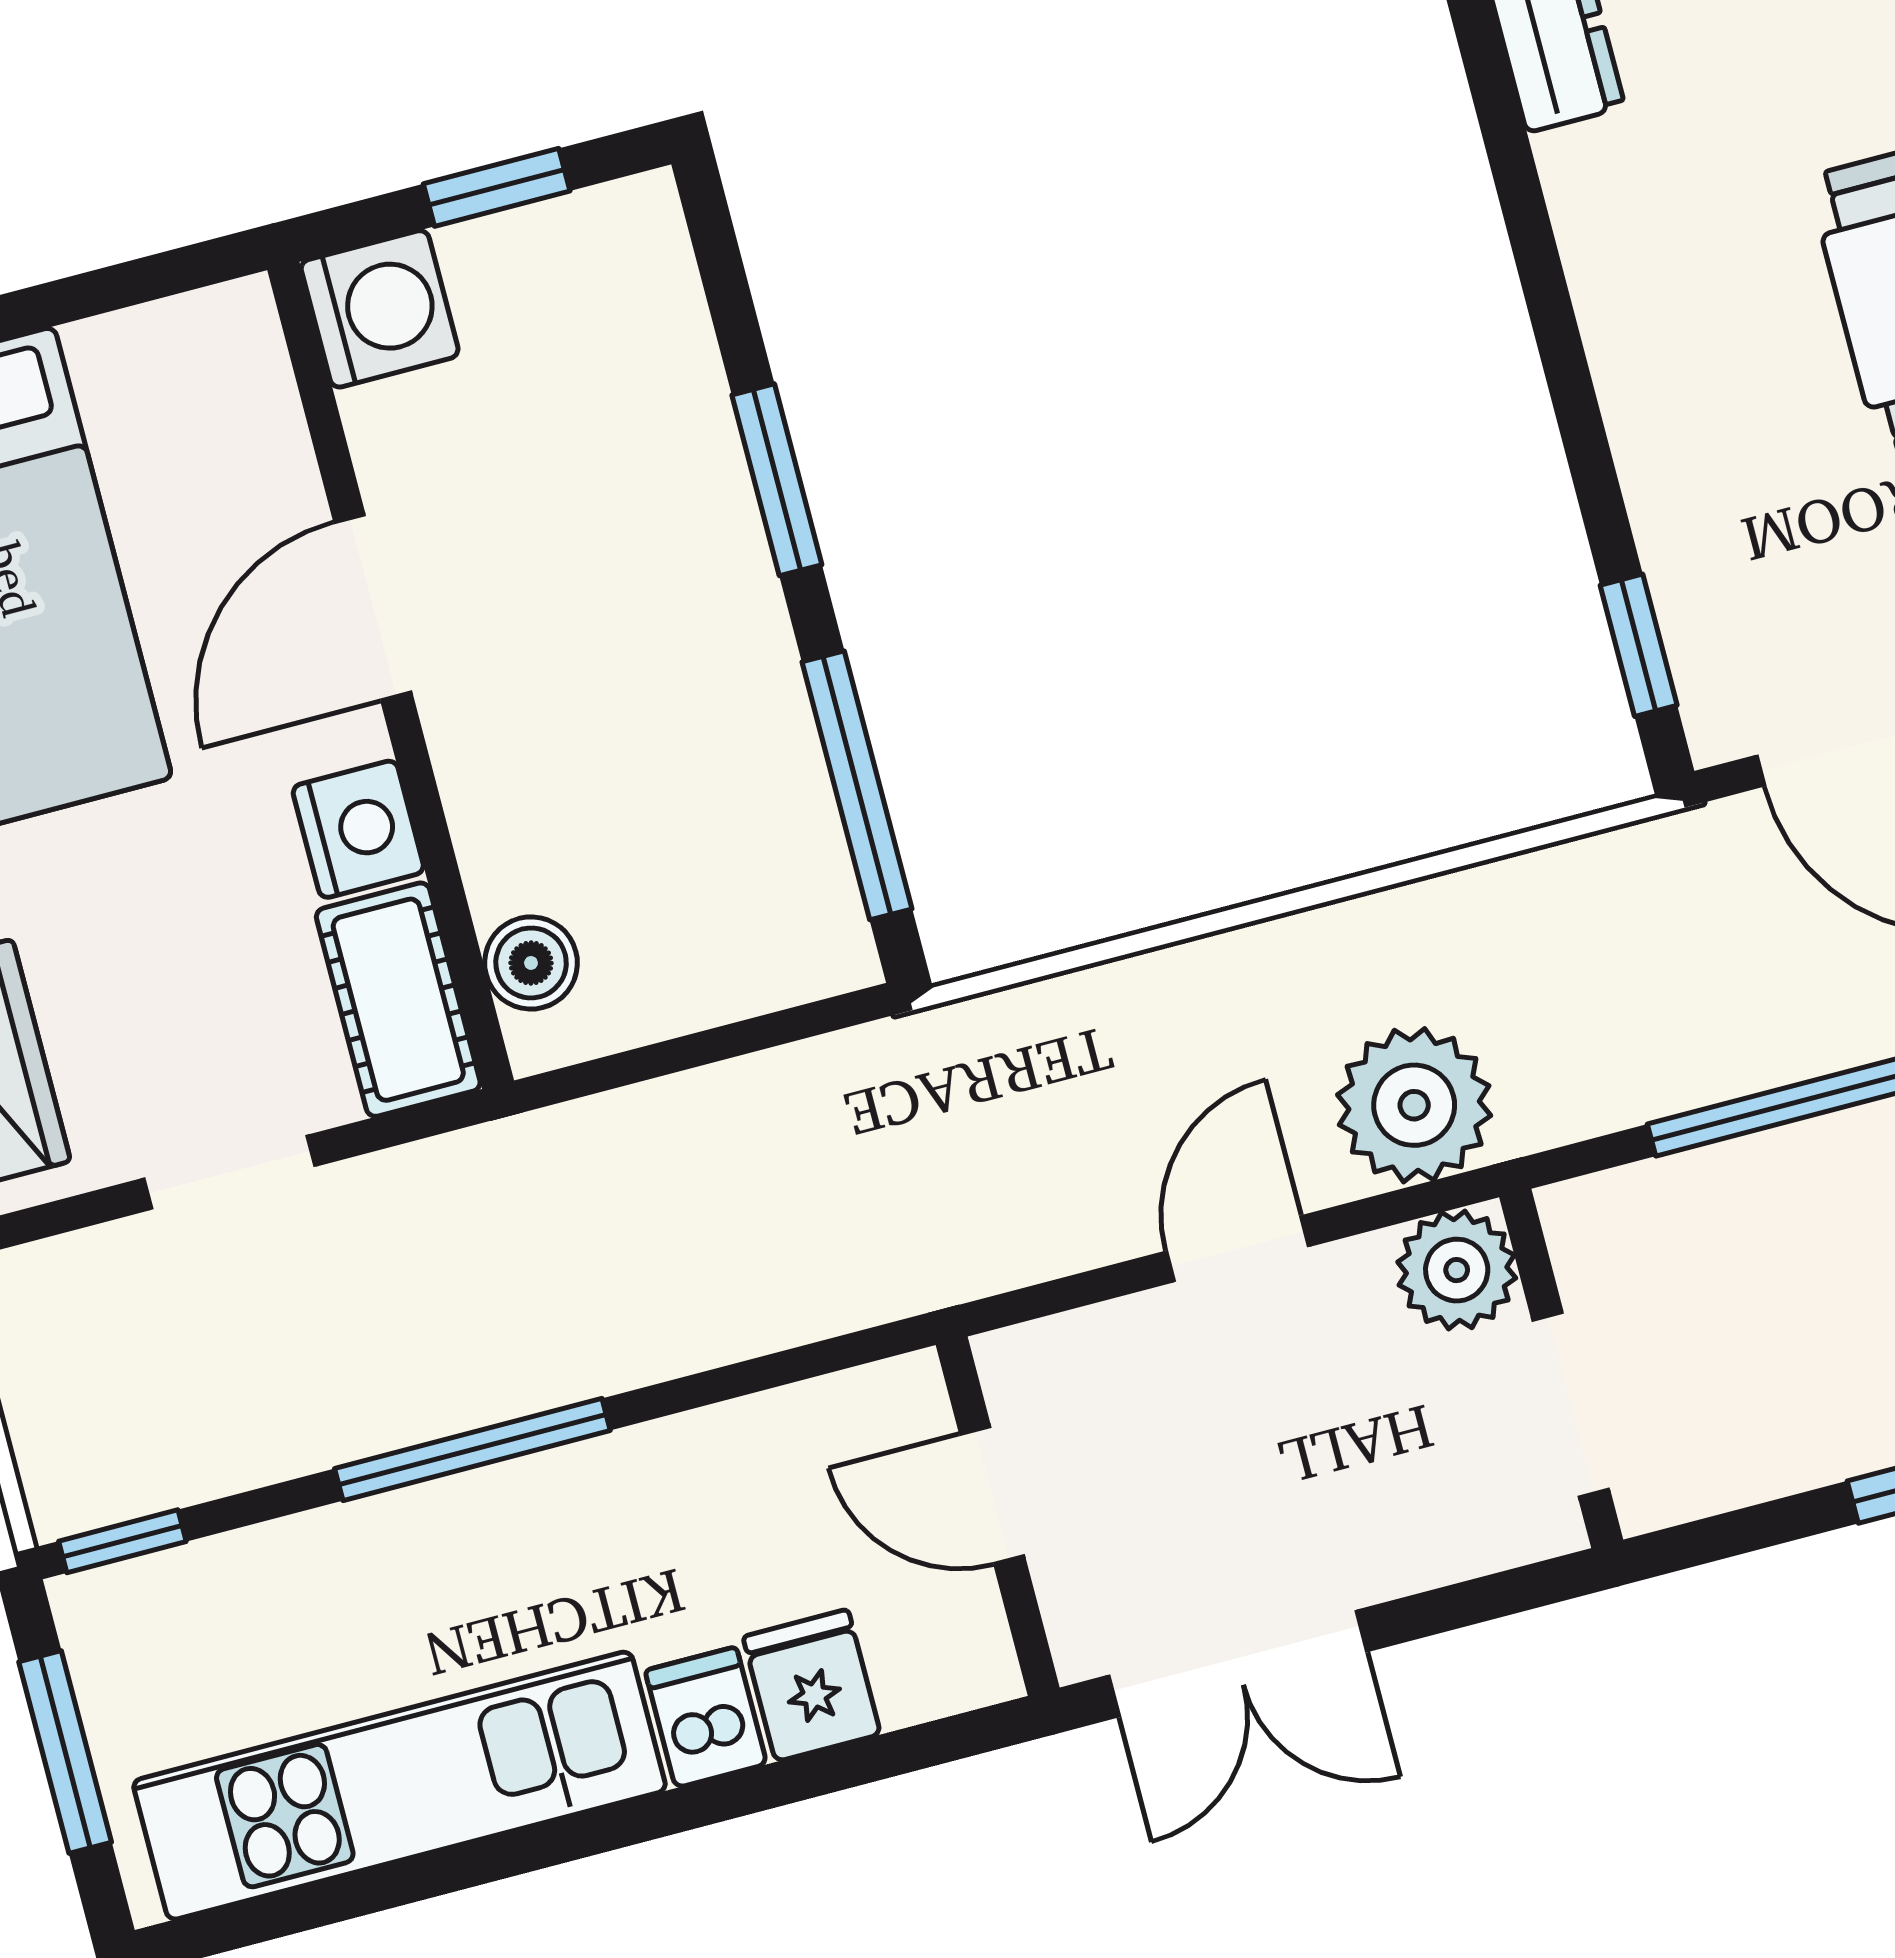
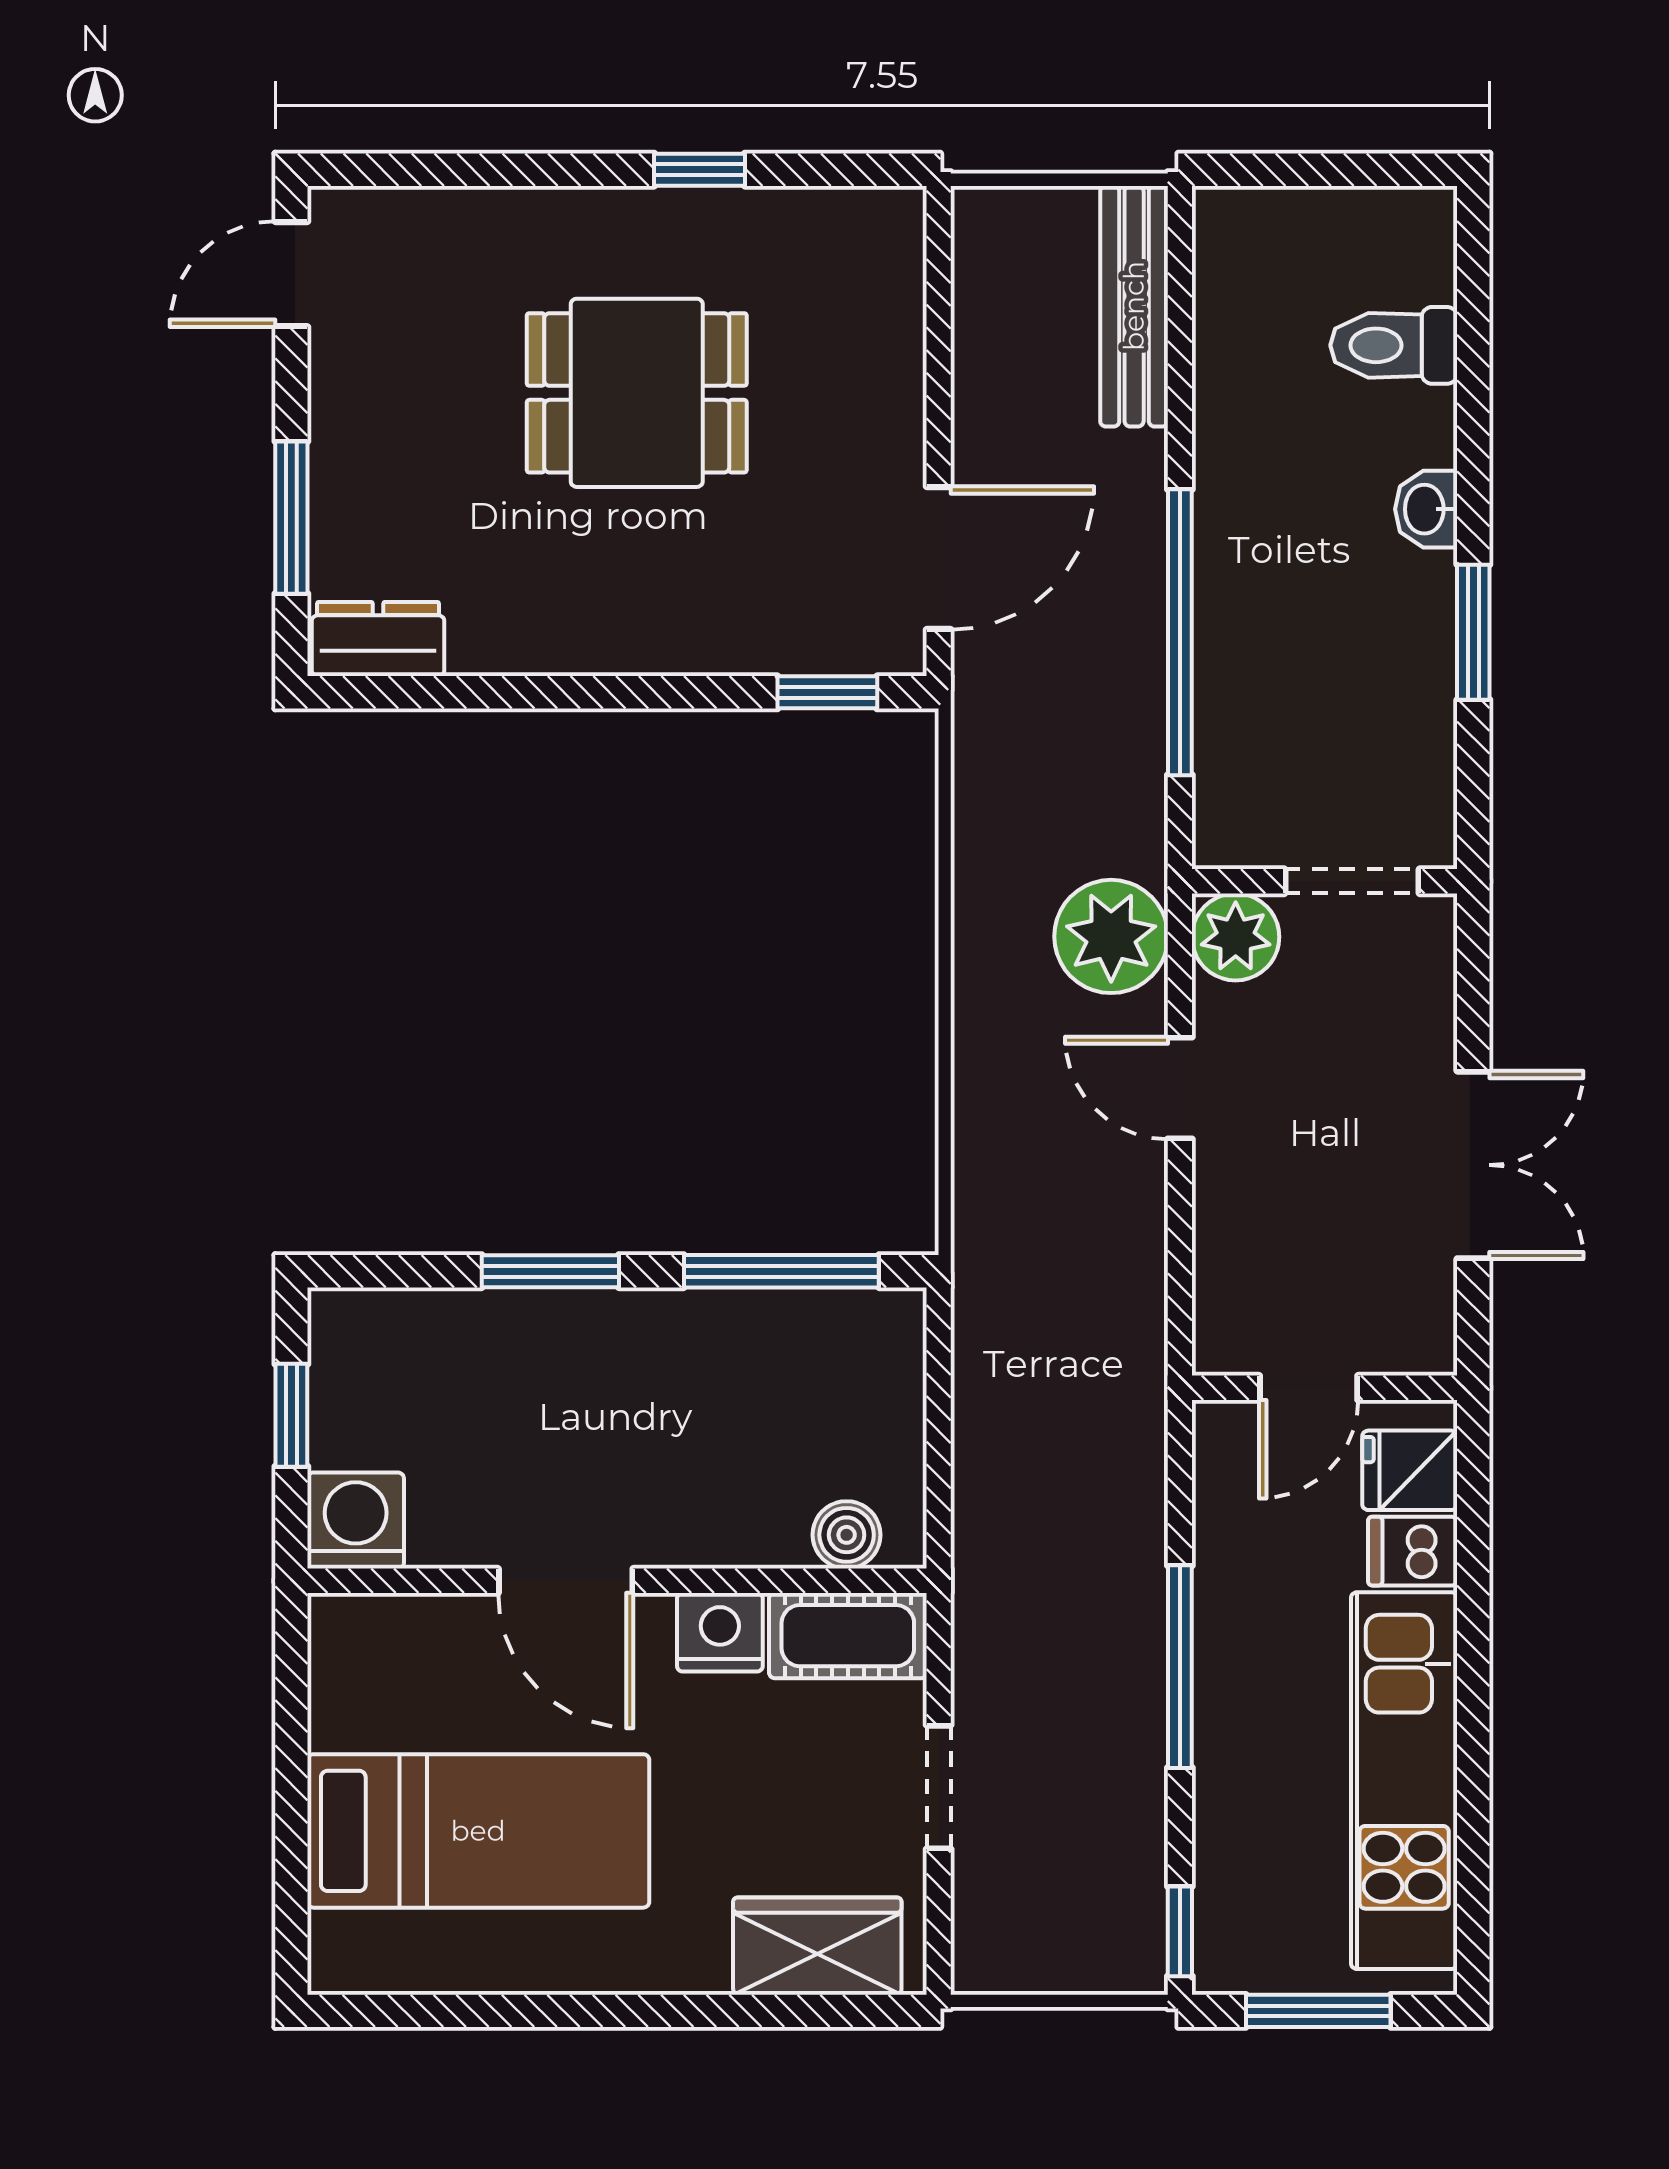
door: (992, 1495) -> (1309, 1388), moved
wall: (998, 1516) -> (1325, 1388), moved

